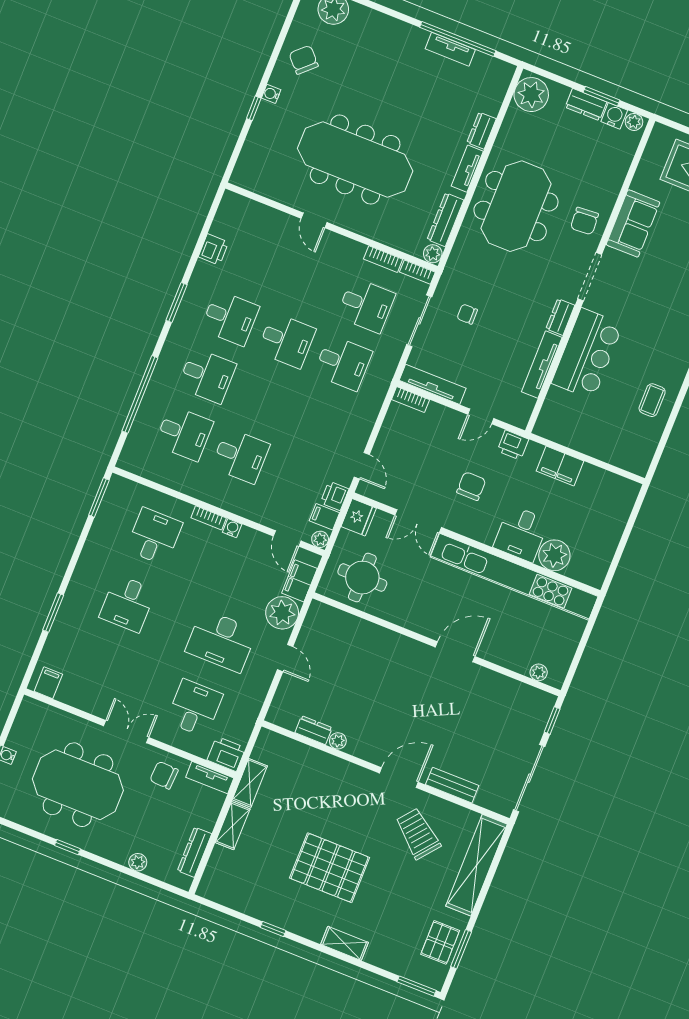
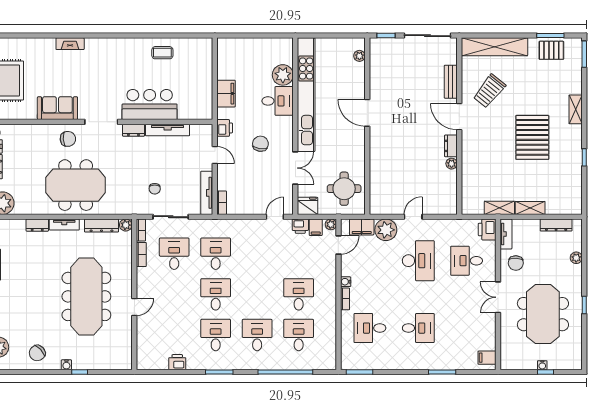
chair: (471, 486) -> (260, 144), turned 98
dresser: (314, 730) -> (451, 146), moved

